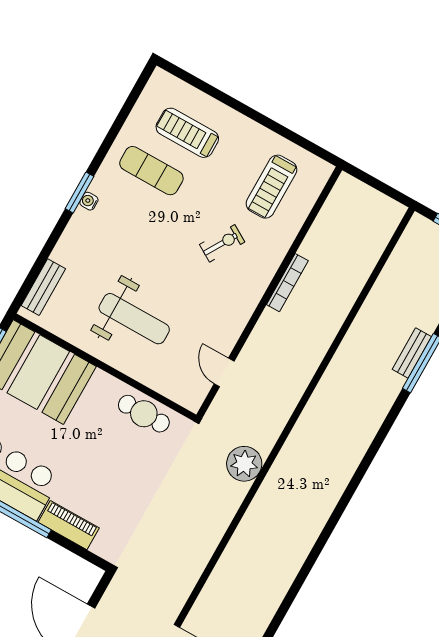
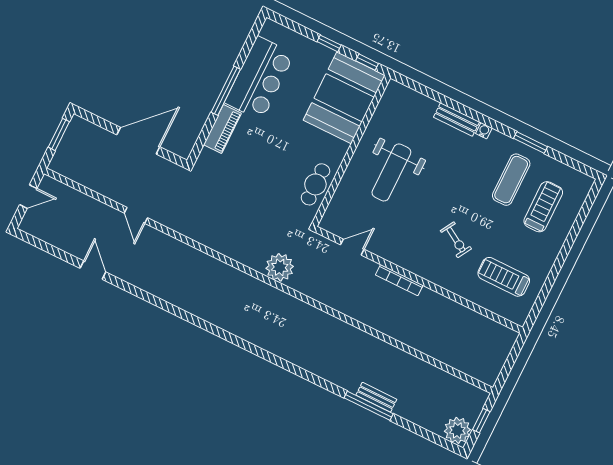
window: (80, 192) -> (530, 143), moved
bookcase: (287, 283) -> (399, 280), moved
bench: (43, 287) -> (456, 120), moved

